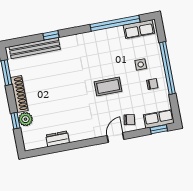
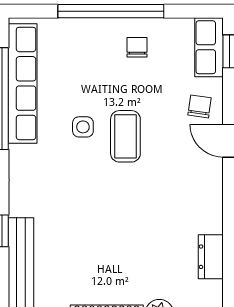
row of seats: (139, 29) -> (23, 83), width x2.02
side table: (141, 64) -> (83, 127), moved

